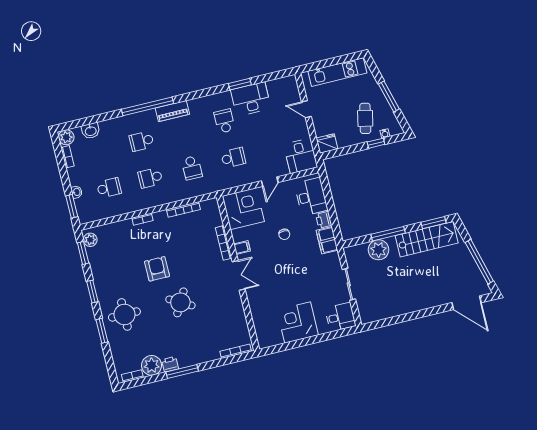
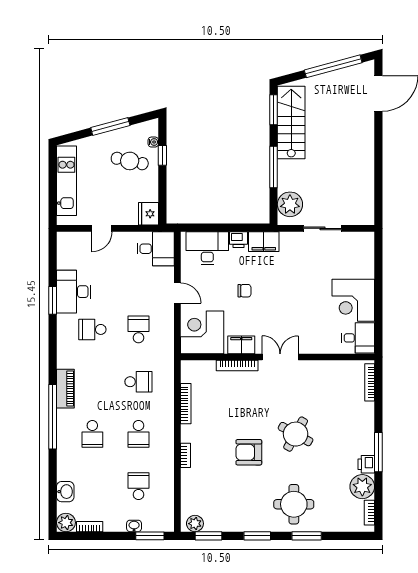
filing cabinet: (242, 248) -> (241, 345), width x2.00
plant: (378, 250) -> (290, 204), moved
desk: (340, 317) -> (358, 338), moved, turned 90

